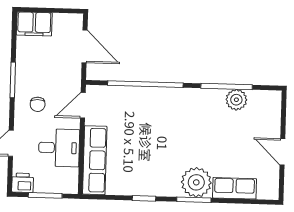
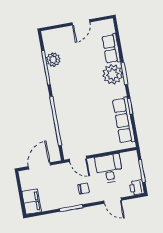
row of seats: (95, 160) -> (124, 120), moved, turned -90

